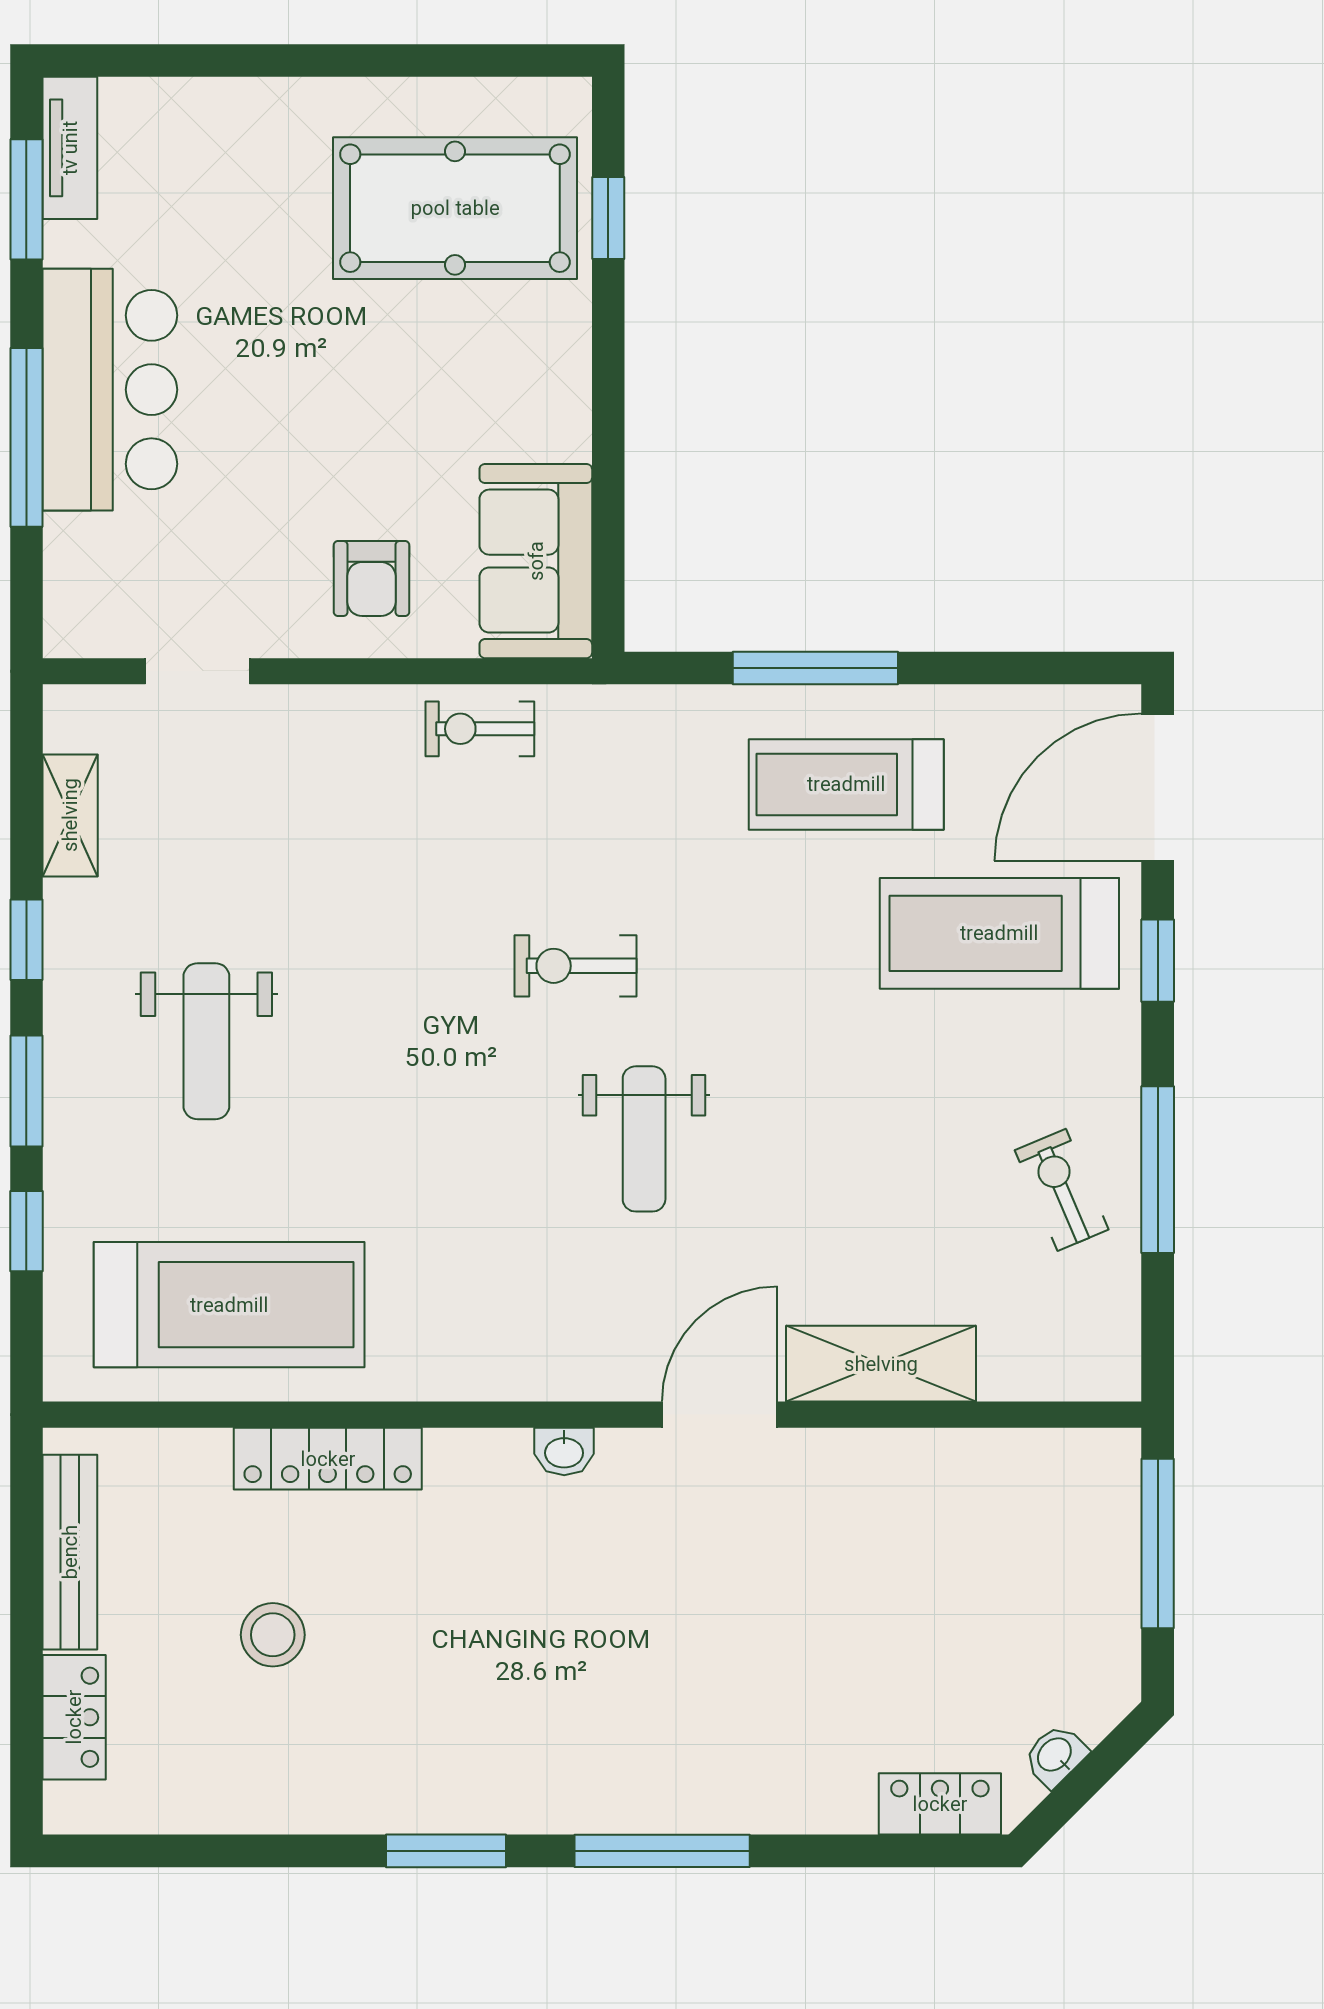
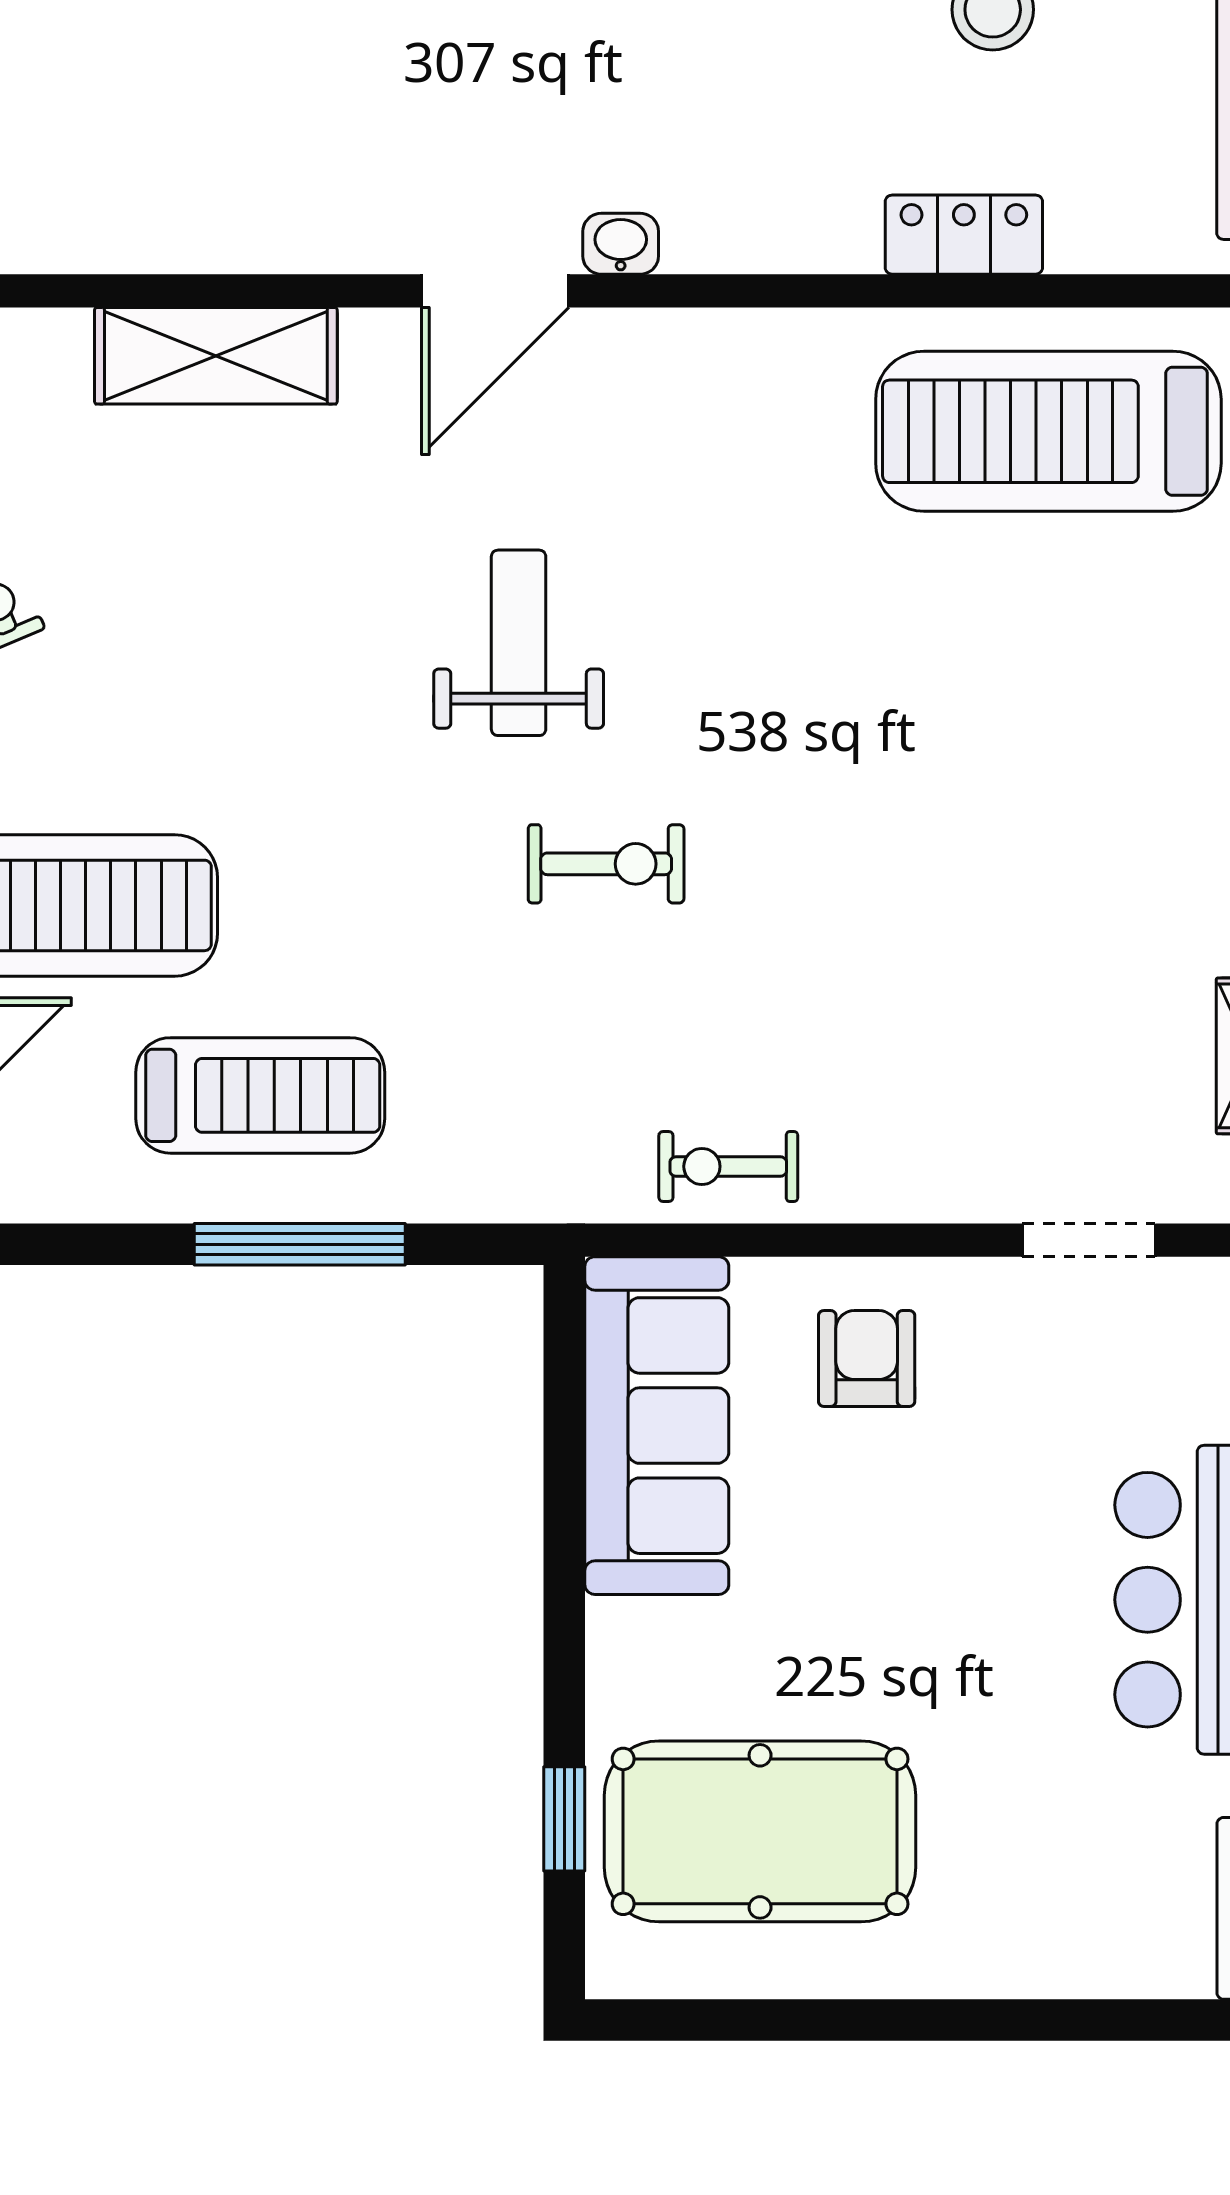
sofa: (536, 561) -> (657, 1426), width x1.36
exercise bike: (480, 729) -> (728, 1166), turned 180
weight bench: (206, 1041) -> (1077, 768), removed
door: (720, 1415) -> (495, 291), moved
locker: (328, 1459) -> (964, 235), width x0.66

